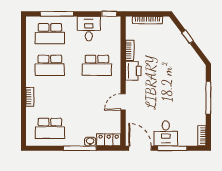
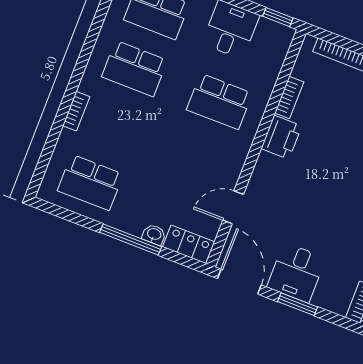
door: (123, 102) -> (233, 207), moved
window: (172, 148) -> (298, 304), width x0.69

